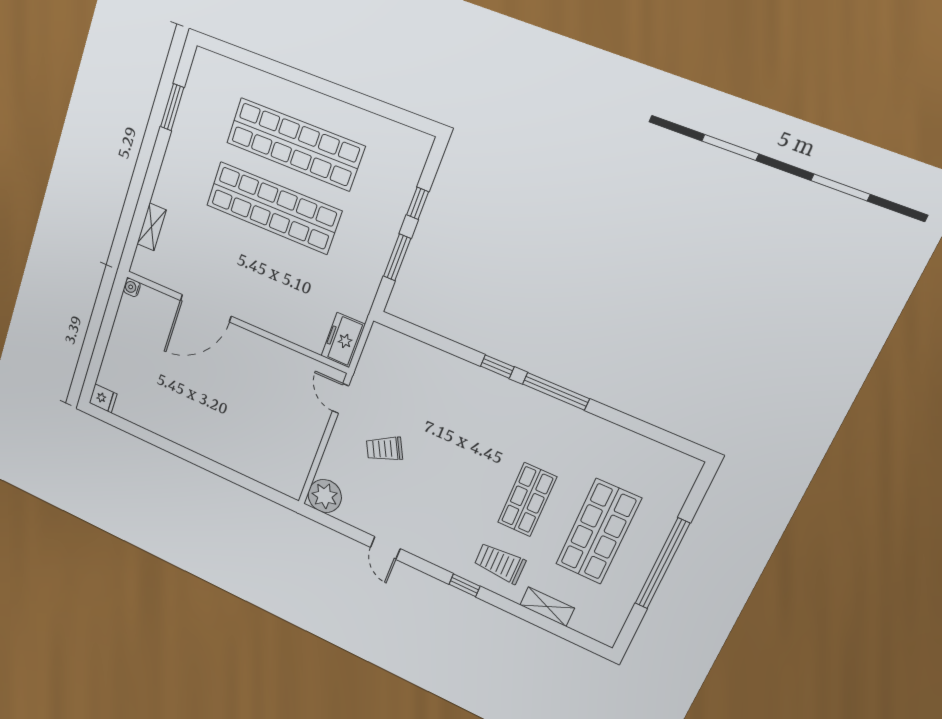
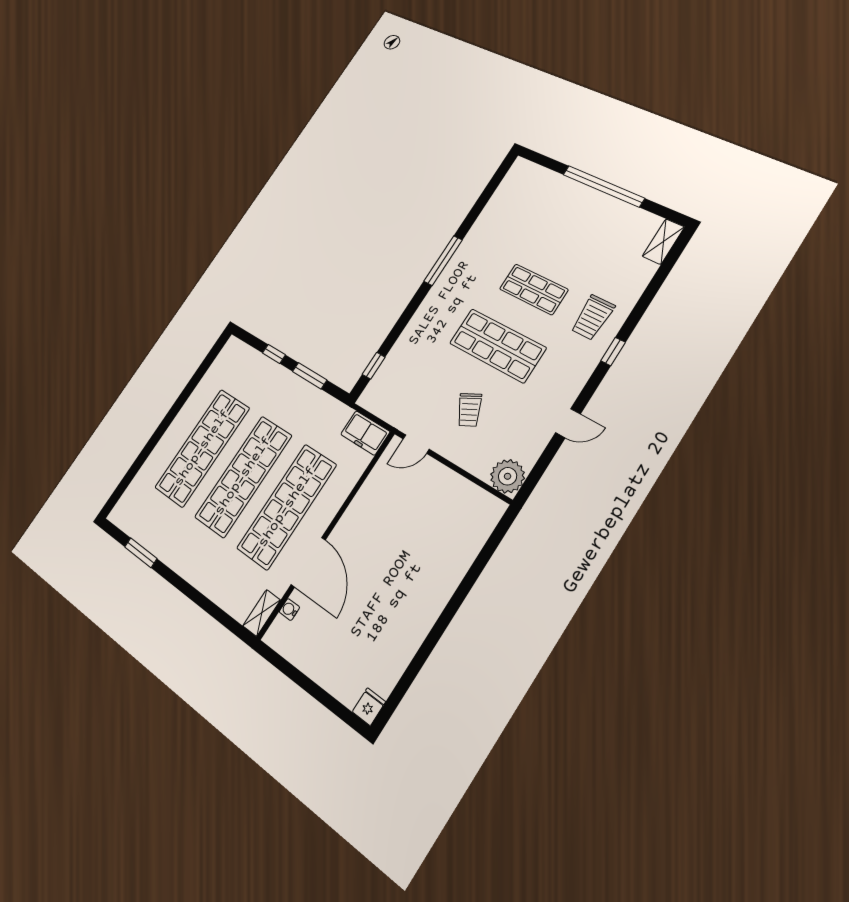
shelving: (152, 227) -> (262, 613), moved, turned 90
shop shelf: (253, 269) -> (287, 507), added
water cooler: (132, 287) -> (289, 610), moved, turned 90
window: (497, 367) -> (374, 366), moved
shop shelf: (598, 531) -> (497, 345), moved
shelving: (547, 607) -> (663, 242), moved

